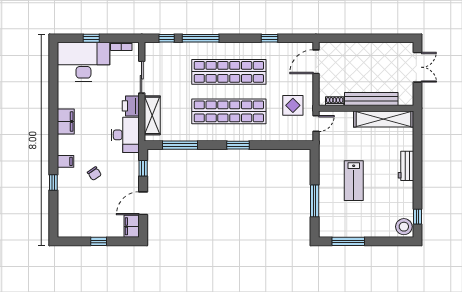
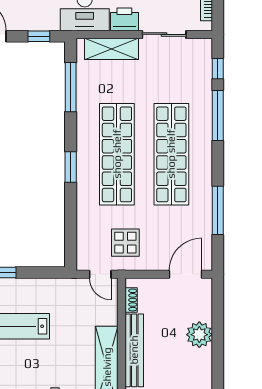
window: (269, 38) -> (218, 210), width x2.17
plant: (360, 52) -> (199, 335), added
door: (316, 62) -> (185, 274), hinge flipped

